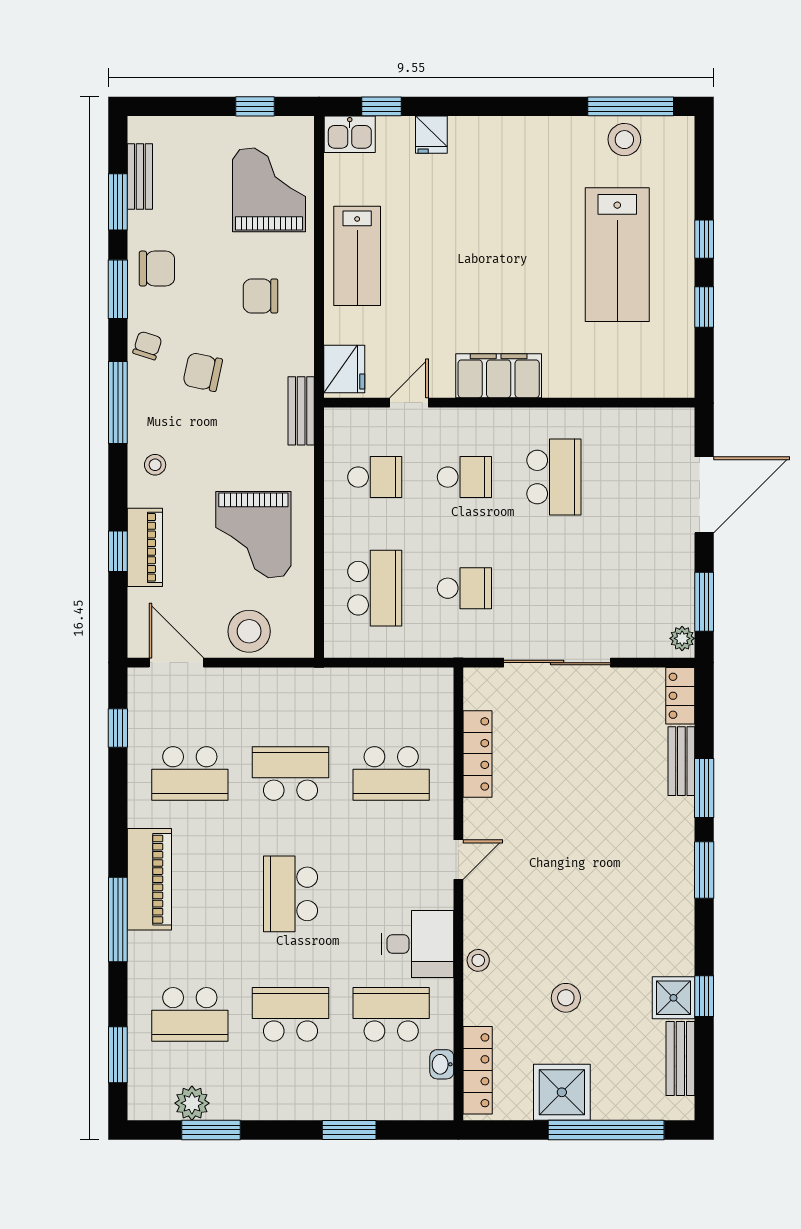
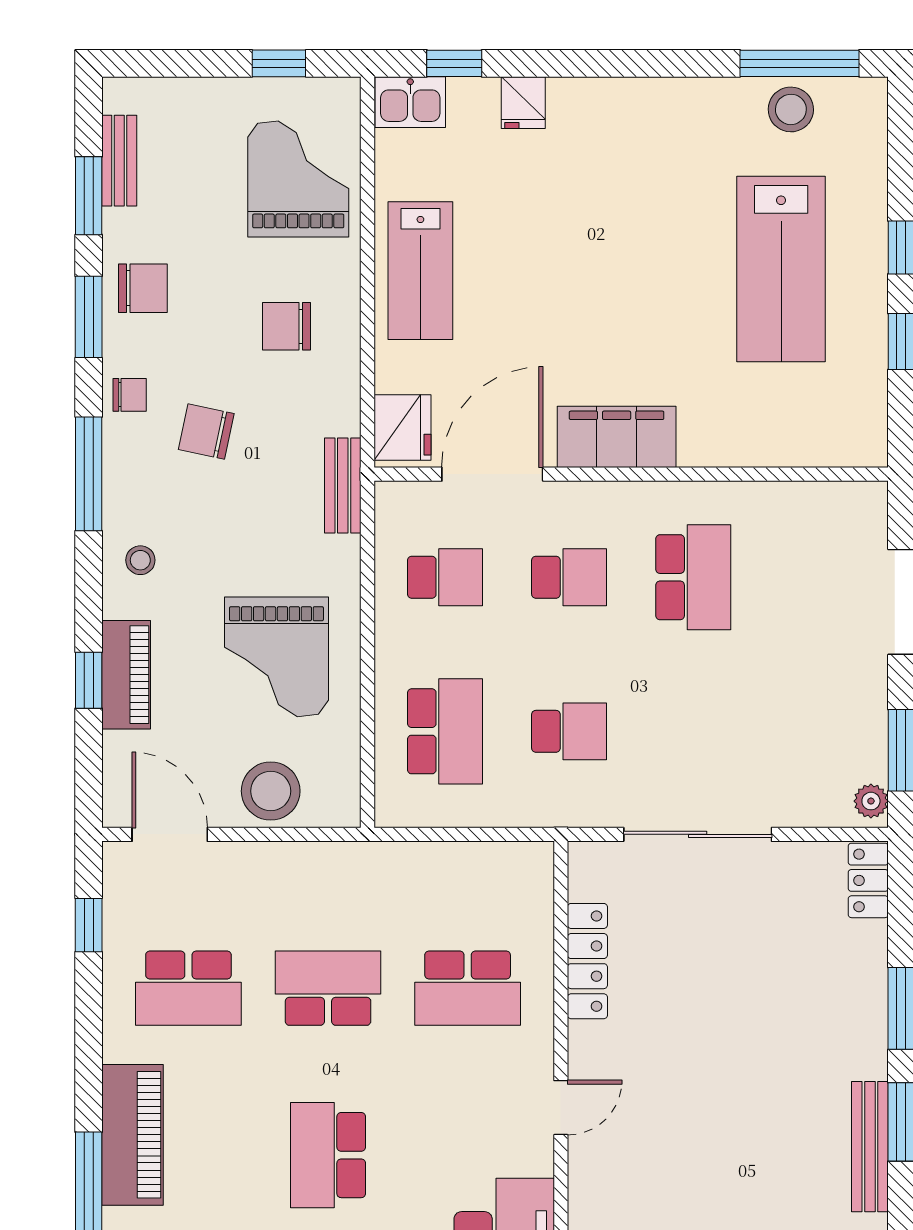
chair: (147, 345) -> (130, 395), turned 72
door: (409, 403) -> (492, 474), width x1.87
bench: (681, 761) -> (870, 1147), moved, width x1.36

